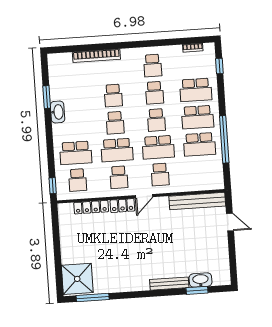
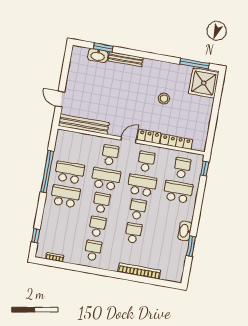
school desk: (196, 90) -> (61, 220), removed
stool: (116, 251) -> (164, 99), added

